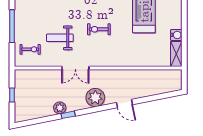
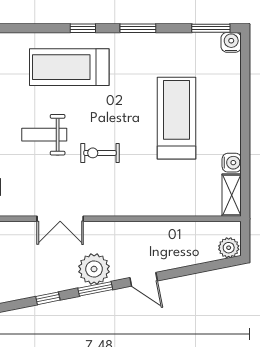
weight bench: (60, 38) -> (44, 135), moved
plant: (60, 108) -> (229, 248), moved
window: (96, 109) -> (95, 289), added

